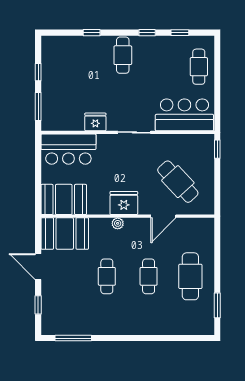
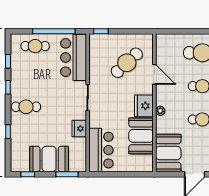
window: (38, 72) -> (28, 174), moved
booth: (57, 84) -> (49, 159), added
window: (217, 90) -> (54, 31), added
booth: (64, 199) -> (141, 136), moved

